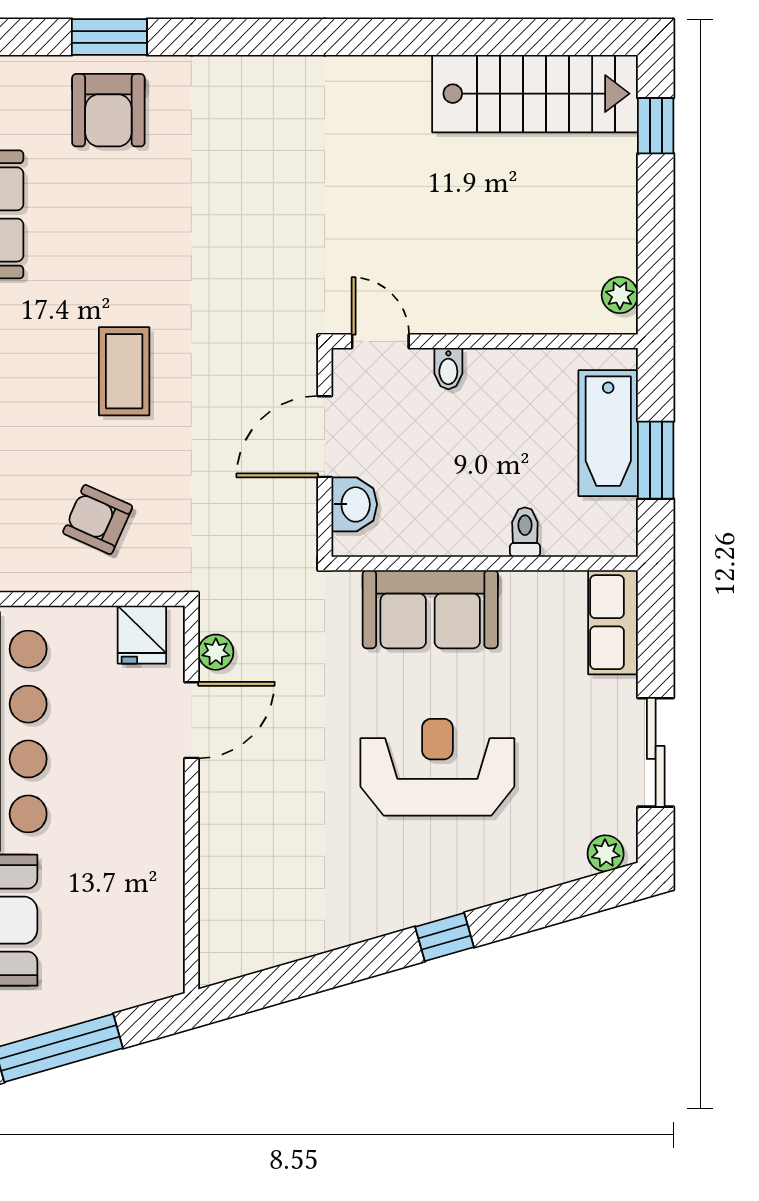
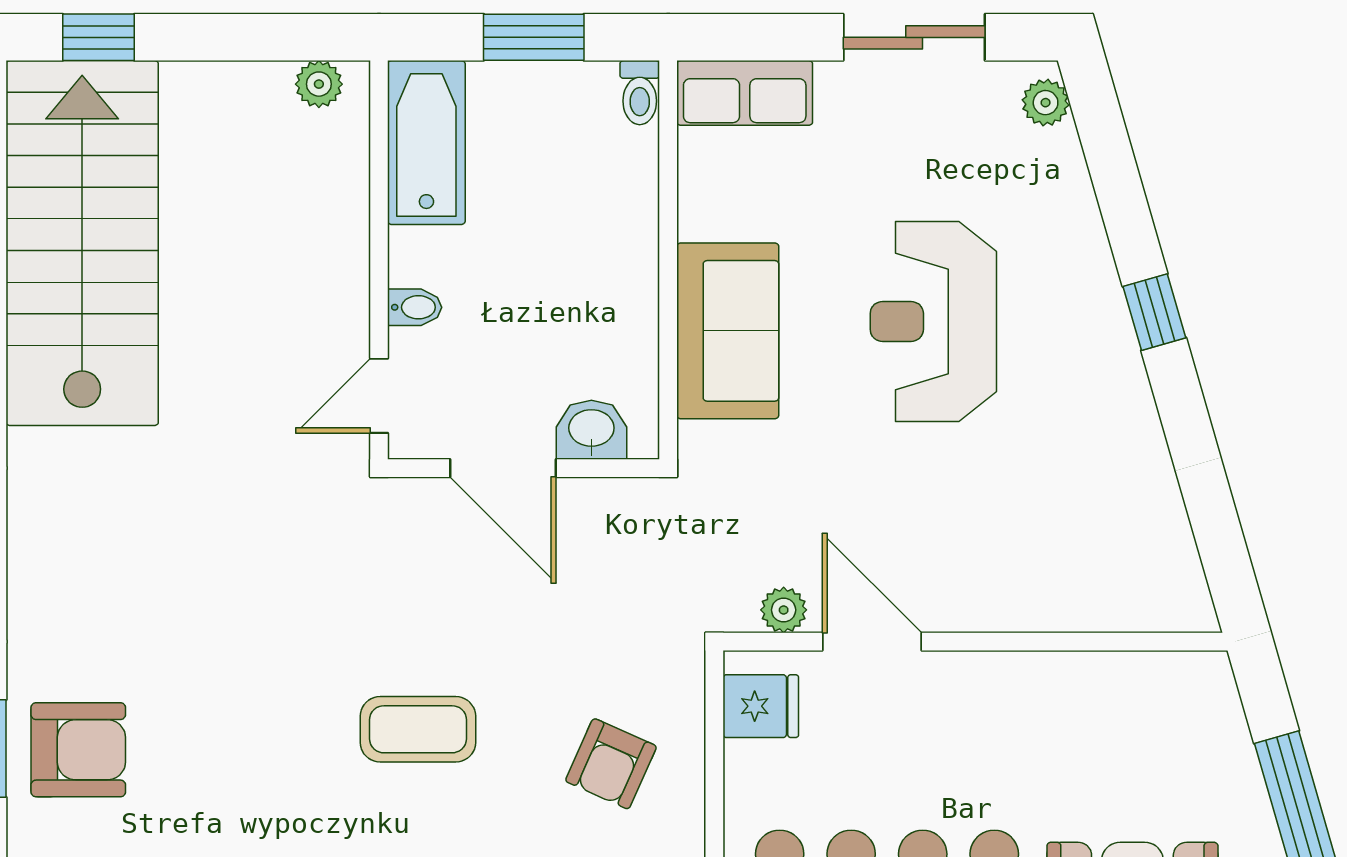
stairs: (535, 94) -> (82, 243), width x1.36, depth x1.51
bathtub: (608, 433) -> (426, 143), moved, turned -90
toilet: (525, 532) -> (640, 93), moved, turned -90

